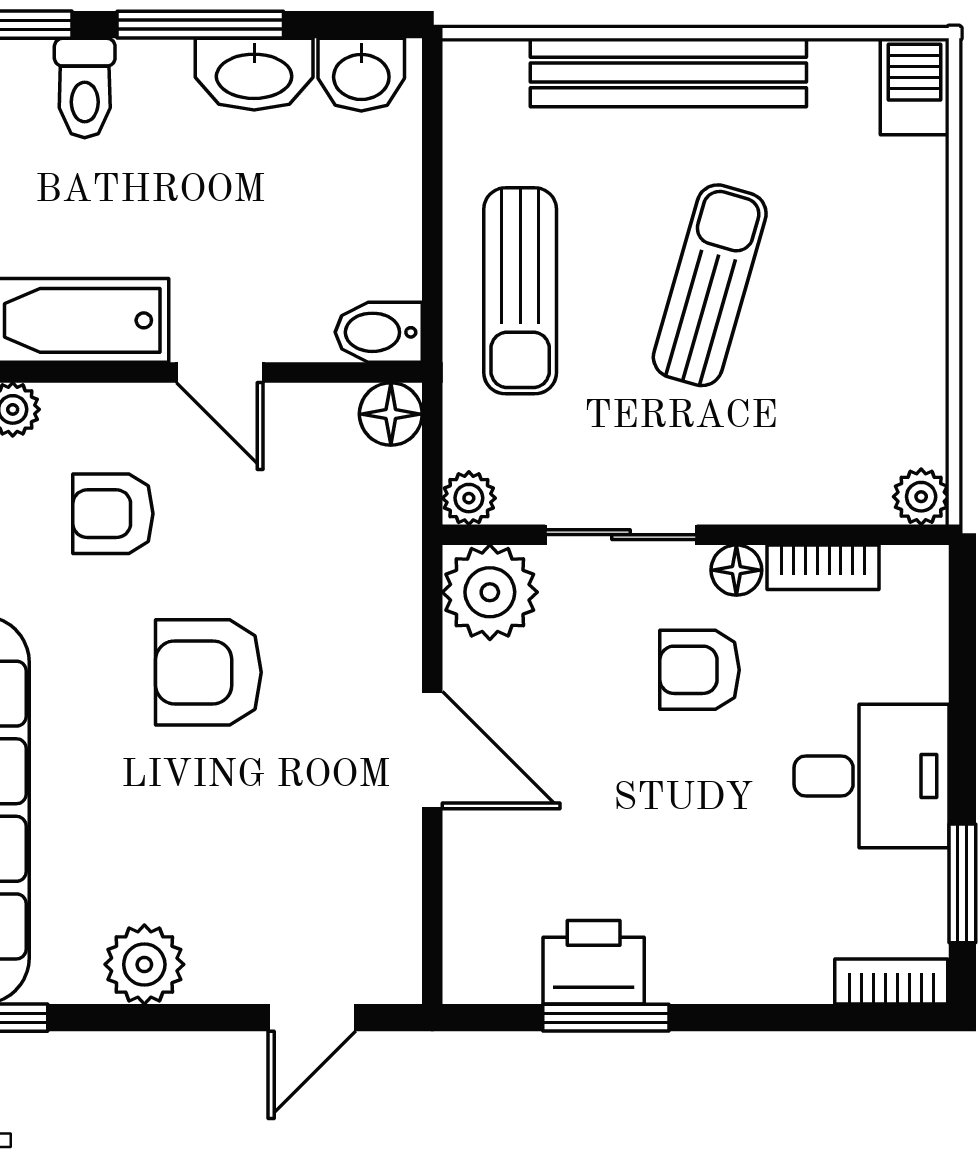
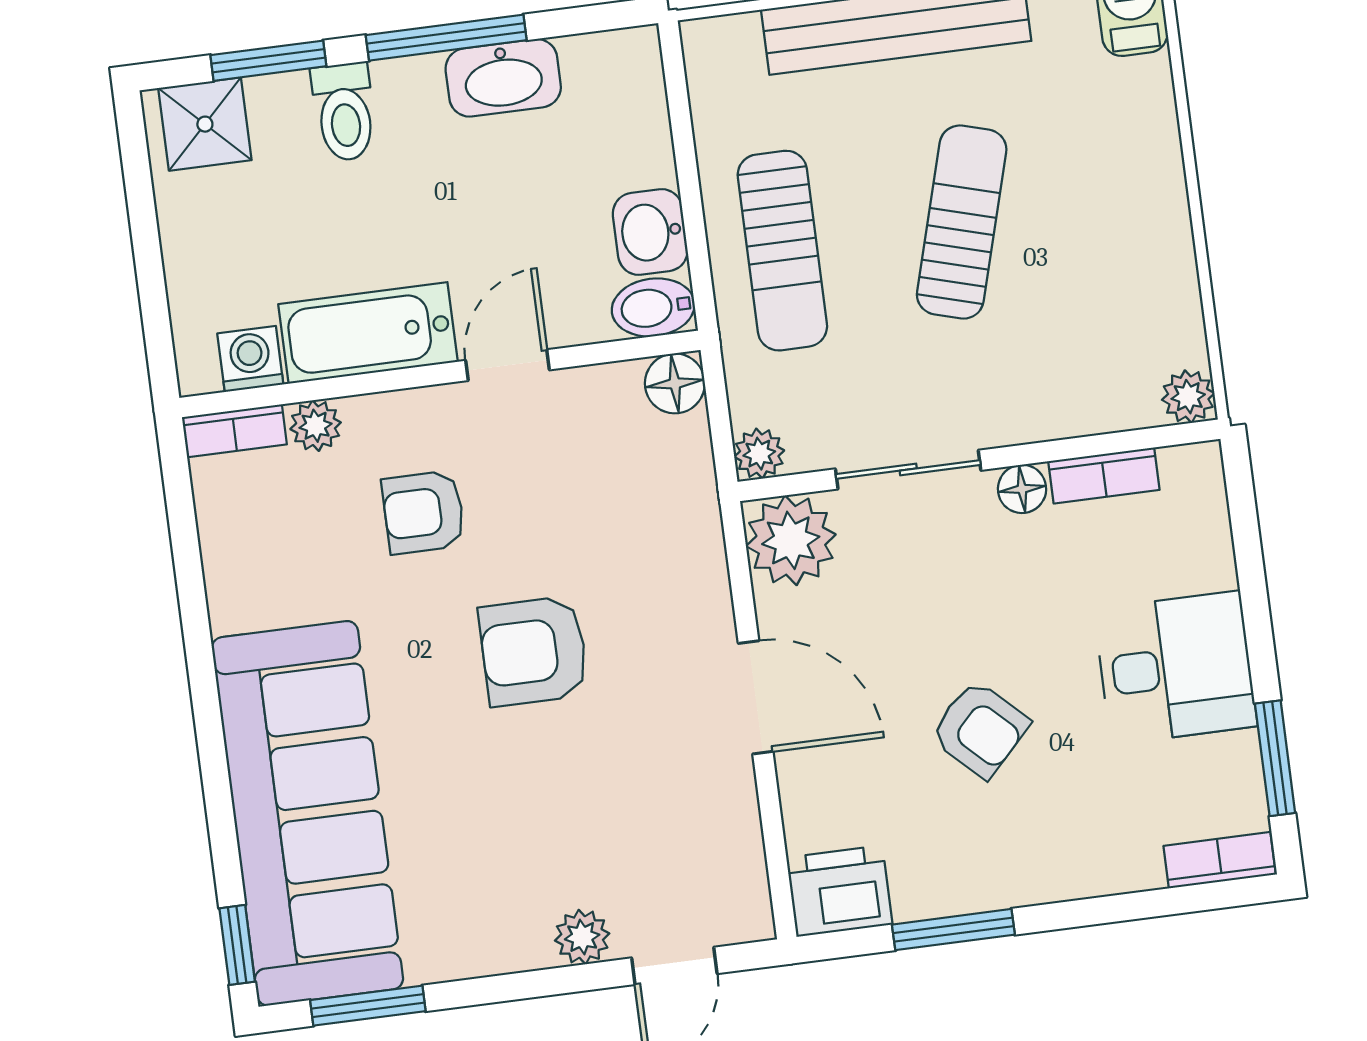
washbasin: (361, 75) -> (650, 232), moved, turned 90
door: (220, 373) -> (508, 365), swing flipped
armchair: (700, 670) -> (980, 729), moved, turned -136
printer: (594, 962) -> (839, 891), moved
plant: (144, 964) -> (582, 937), moved, width x0.73, depth x0.73

